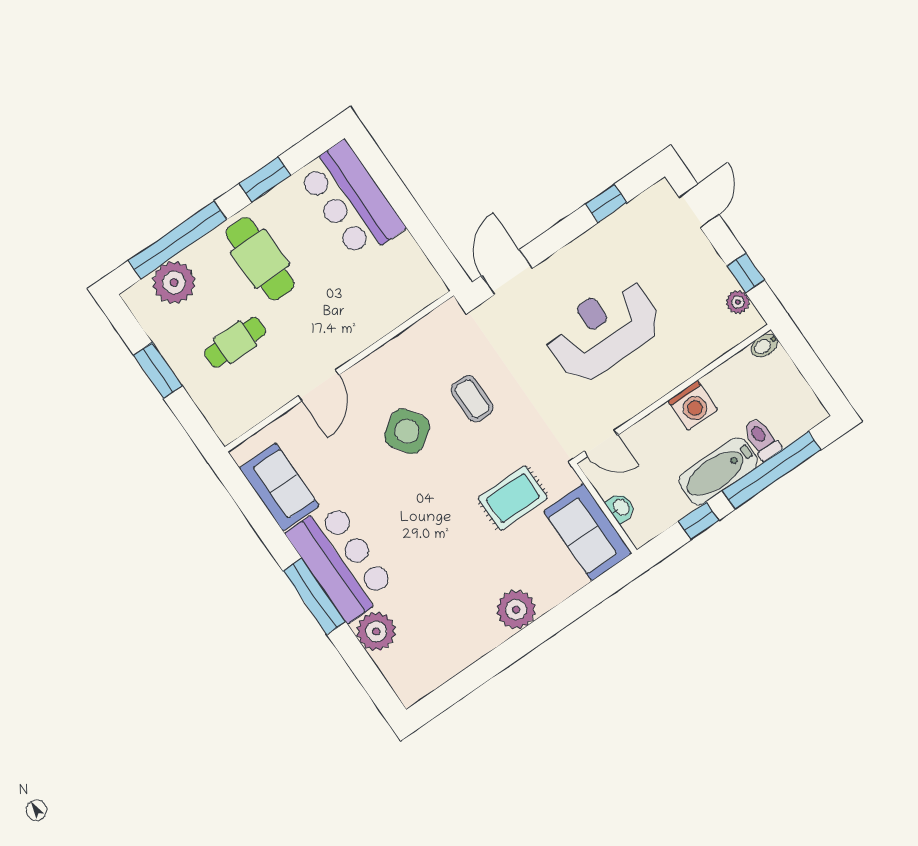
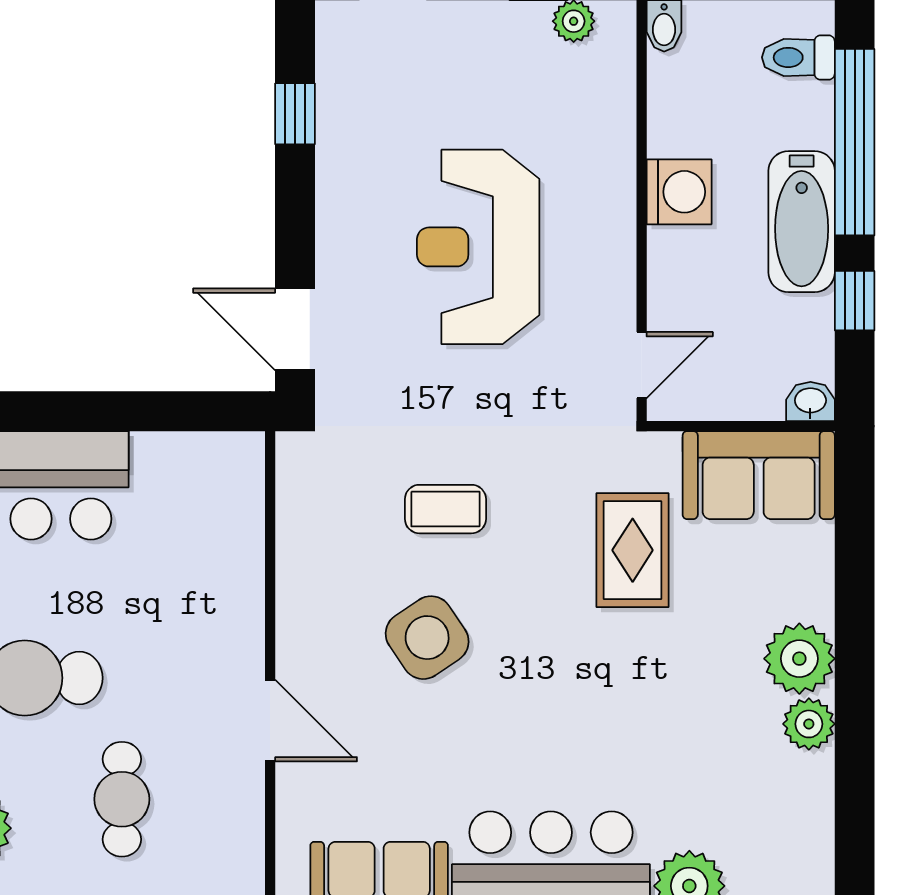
toilet: (762, 439) -> (798, 57), moved
washbasin: (621, 508) -> (810, 402), moved
plant: (489, 635) -> (809, 724), added

